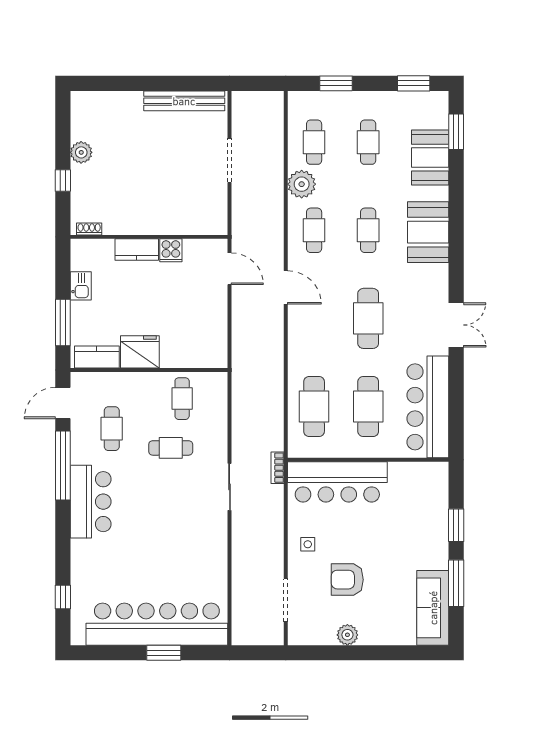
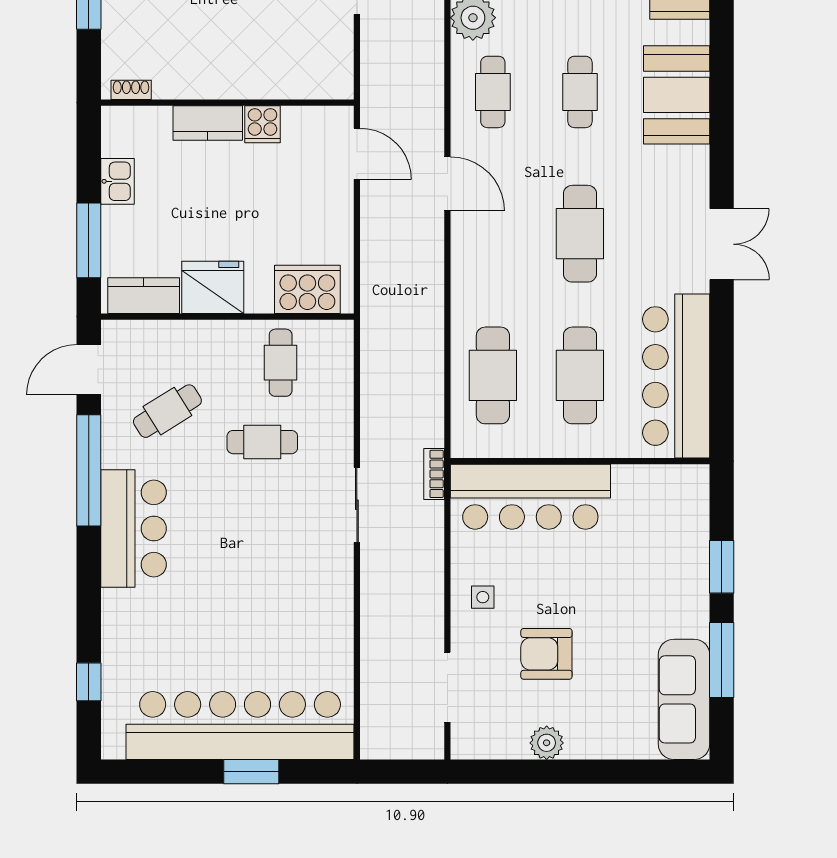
cooker: (199, 353) -> (307, 289), added
cafe table: (112, 429) -> (167, 411), turned 58

